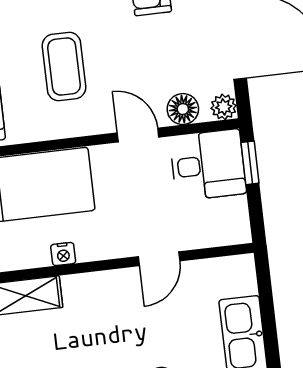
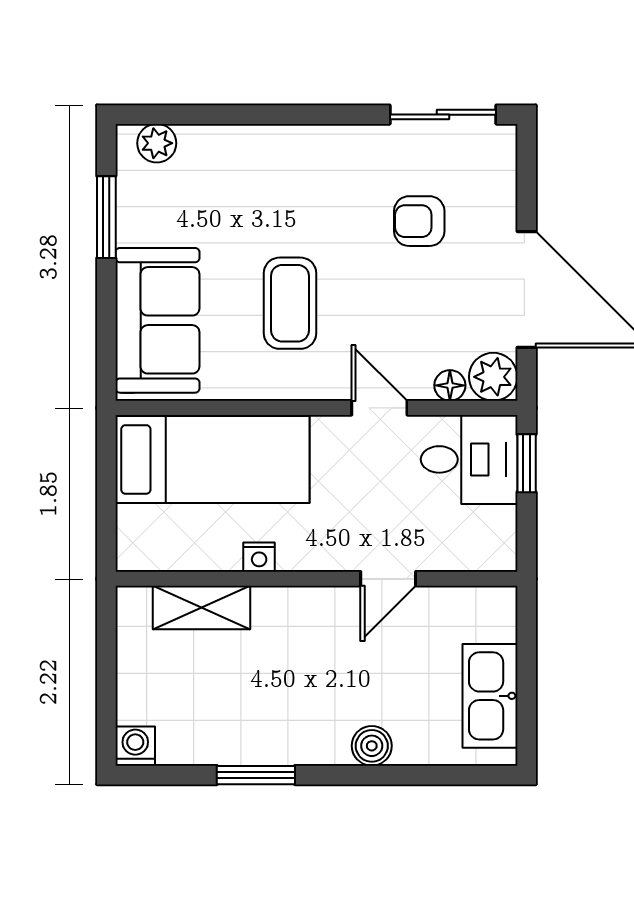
plant: (224, 107) -> (493, 377), width x1.38, depth x1.38
floor lamp: (183, 109) -> (450, 385), width x0.73, depth x0.73

